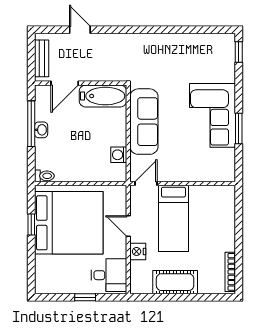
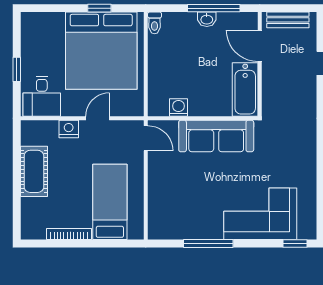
corner sofa: (212, 115) -> (260, 214), moved
window: (239, 129) -> (208, 244), width x1.44
bed: (173, 218) -> (110, 202), moved, turned 90
bookcase: (230, 272) -> (69, 234), moved

